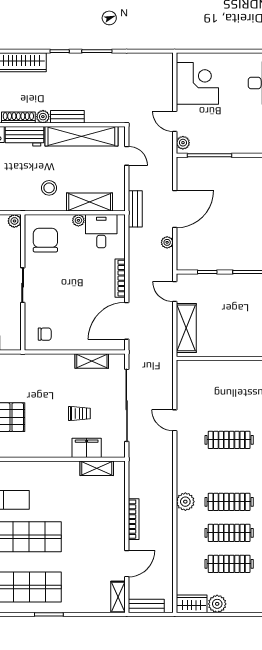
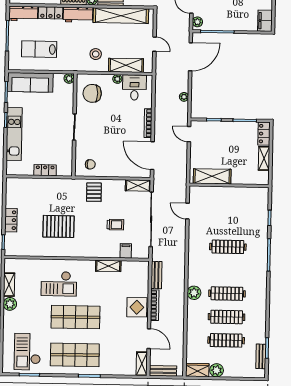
door: (127, 156) -> (154, 44), moved
bench: (135, 209) -> (156, 275), moved
door: (175, 209) -> (190, 57), moved
chair: (45, 240) -> (92, 93), turned -90
door: (127, 321) -> (152, 156), hinge flipped
shelving: (186, 328) -> (212, 176), moved, turned 90
shelving: (92, 361) -> (138, 186), moved
pallet: (50, 371) -> (94, 192), added
door: (175, 420) -> (188, 211), moved
filing cabinet: (87, 448) -> (126, 251), width x0.50
shelving: (97, 468) -> (108, 266), moved
display table: (110, 522) -> (137, 307), added
door: (127, 564) -> (149, 339), hinge flipped

